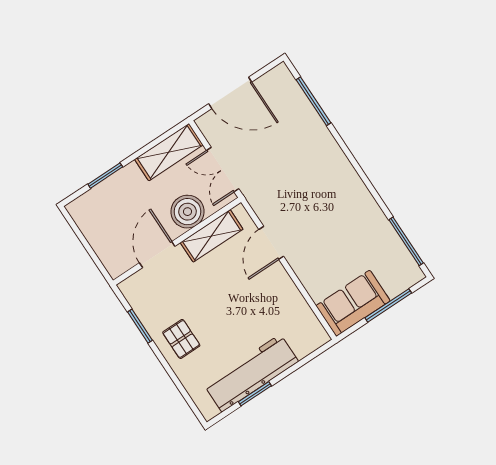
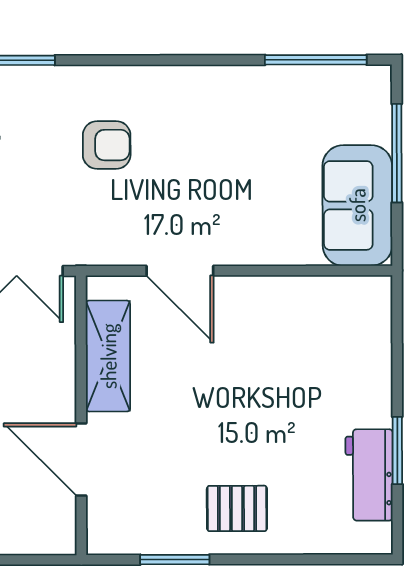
armchair: (306, 173) -> (107, 145), added
boiler: (187, 212) -> (46, 369), removed
workbench: (251, 373) -> (369, 475), width x0.53, depth x0.76

